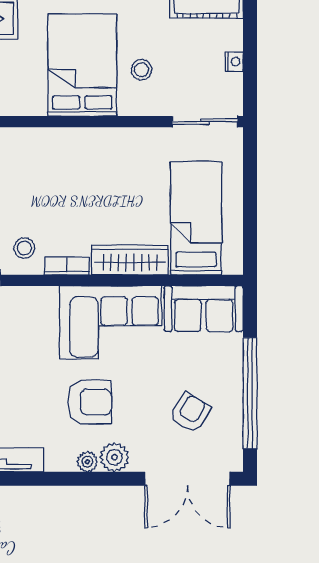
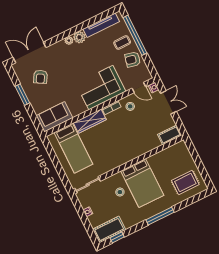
corner sofa: (111, 322) -> (101, 87), moved
window: (250, 393) -> (22, 95), width x0.47
armchair: (90, 402) -> (79, 63), removed
plant: (114, 457) -> (79, 37), moved

